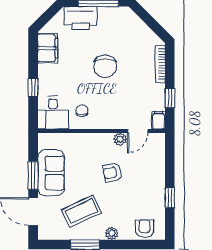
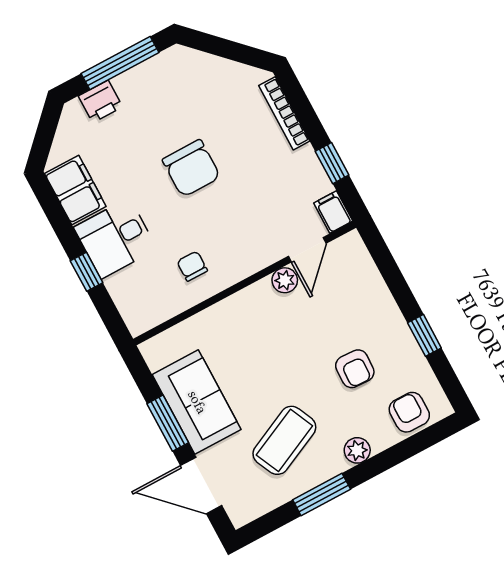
printer: (80, 18) -> (100, 101), width x0.53, depth x0.68
desk: (53, 113) -> (115, 238), moved, turned 90
armchair: (112, 172) -> (355, 369), moved, turned -78

